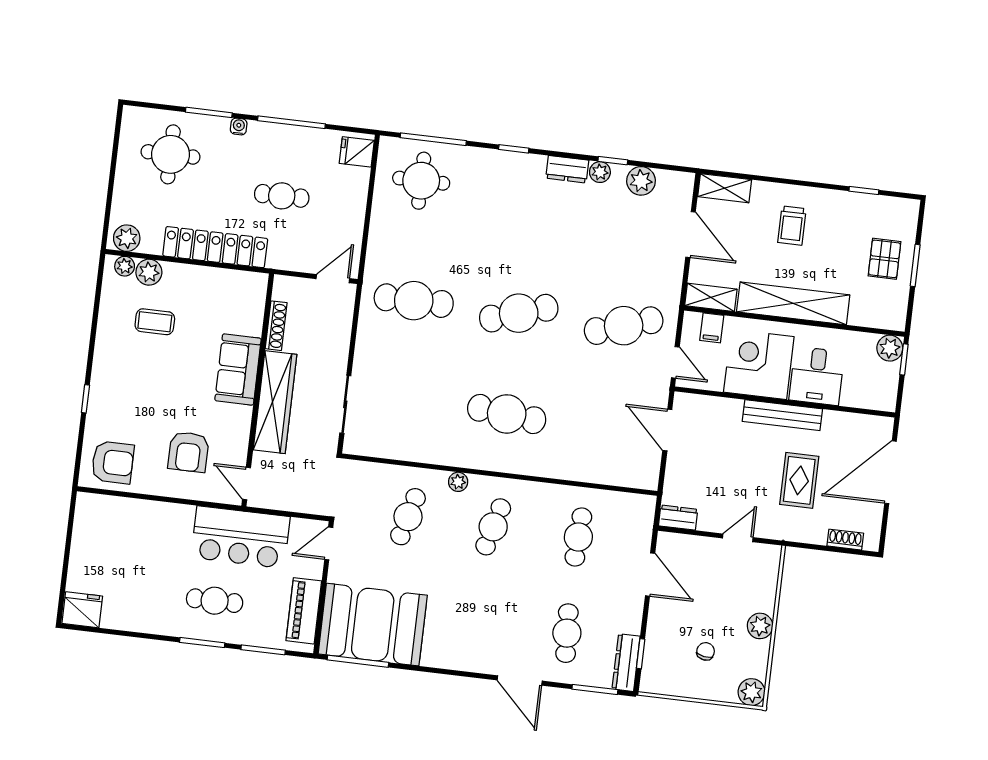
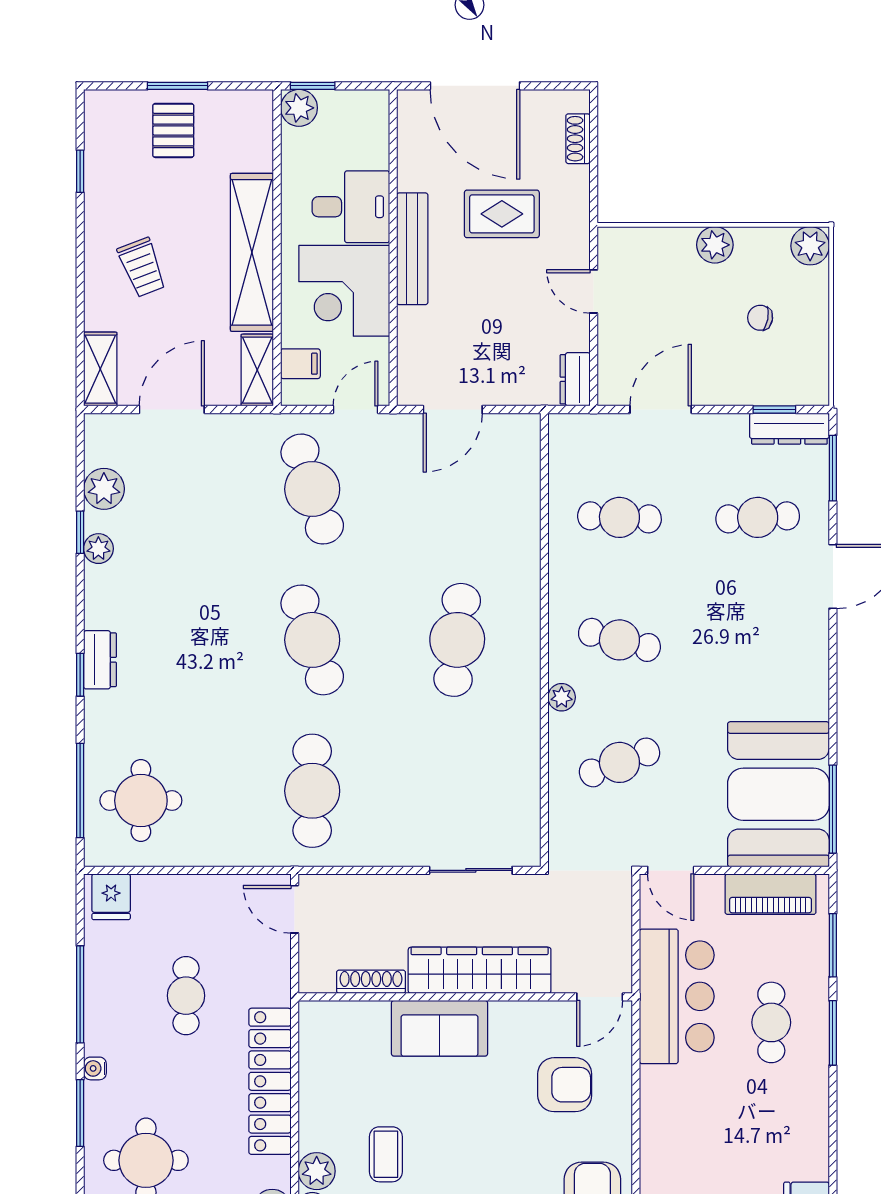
dresser: (567, 169) -> (100, 660), moved
trolley: (792, 226) -> (142, 267), turned 69
pallet: (884, 259) -> (173, 130), turned 90
cafe table: (408, 517) -> (619, 762), turned -36

